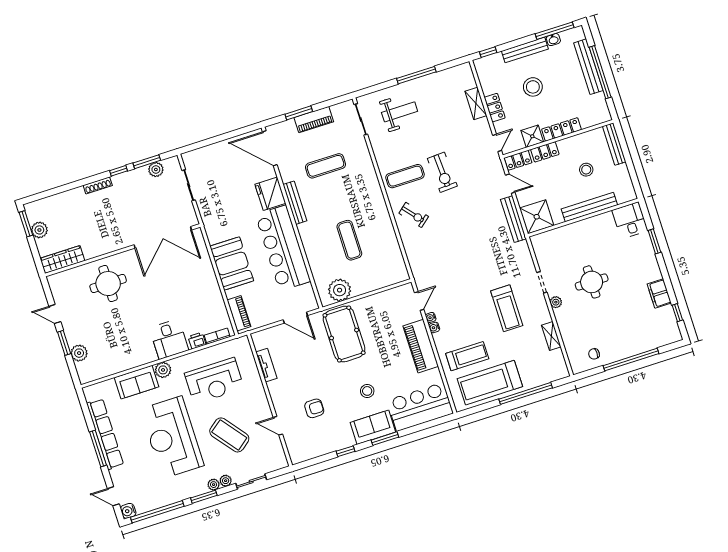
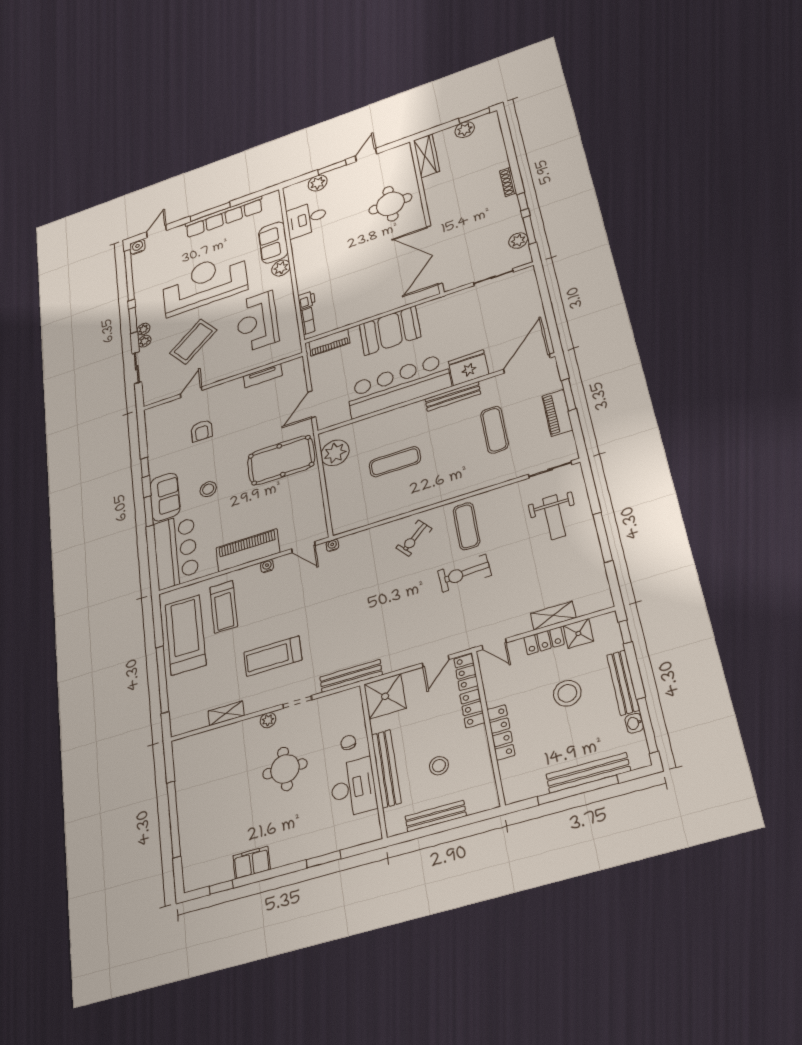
shower: (532, 136) -> (578, 633), moved
bench: (614, 144) -> (436, 816), moved
bench: (513, 219) -> (351, 676), moved
desk: (630, 220) -> (353, 788), moved, width x1.37
water cooler: (431, 317) -> (332, 545), moved
desk: (169, 339) -> (306, 219), moved
chair: (594, 354) -> (348, 743), moved

